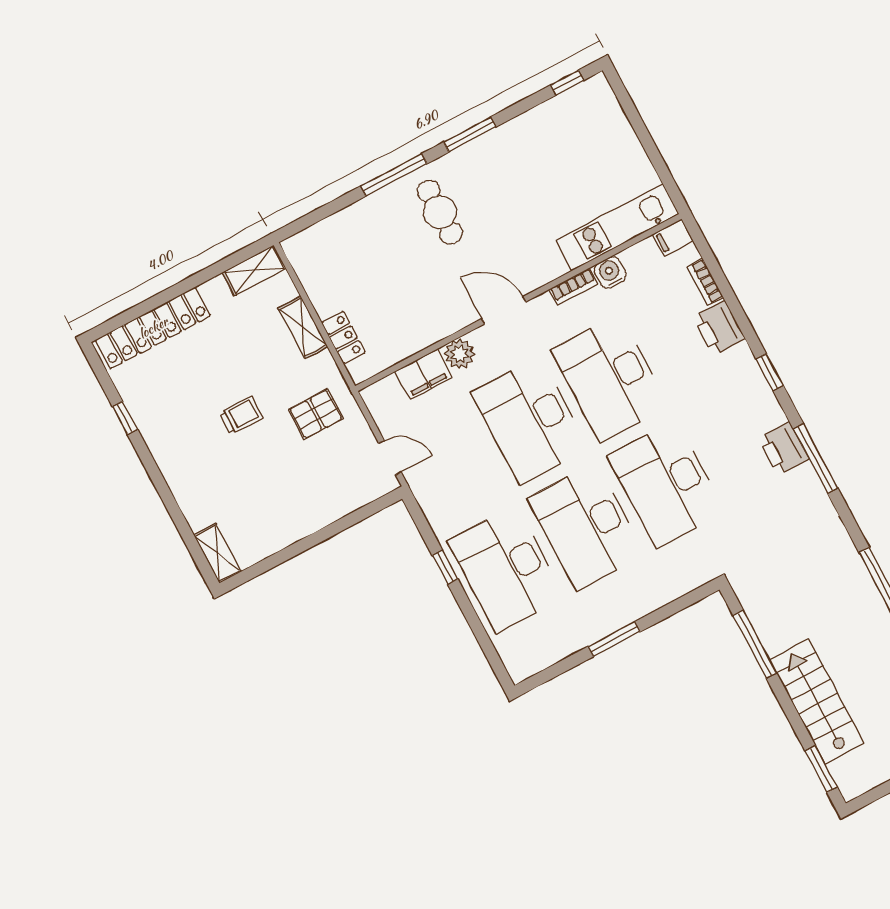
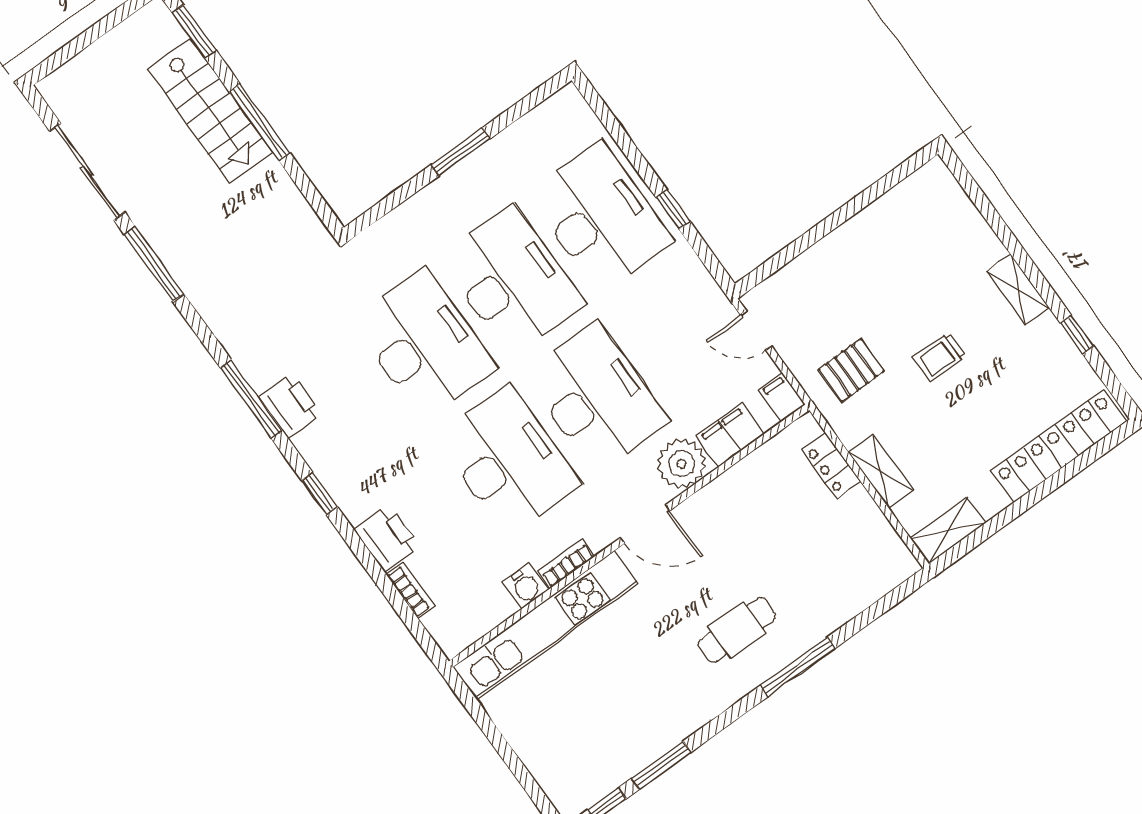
window: (470, 135) -> (661, 765), moved
cafe table: (440, 212) -> (737, 630), turned 90
kitchen unit: (617, 227) -> (545, 625), width x1.36
filing cabinet: (673, 237) -> (782, 397), moved, turned -90
plant: (459, 354) -> (682, 464), width x1.36, depth x1.36
shelving: (217, 553) -> (1018, 289), moved
window: (755, 644) -> (260, 122), moved

